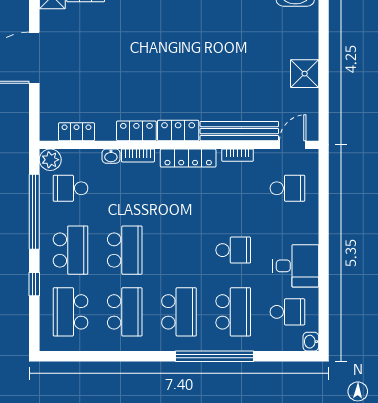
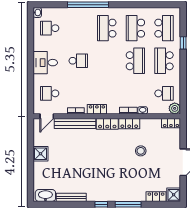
stool: (115, 79) -> (141, 151), added
locker: (76, 132) -> (171, 123), moved
locker: (188, 158) -> (97, 109), width x0.66
window: (34, 212) -> (183, 81), removed
school desk: (125, 250) -> (135, 61), turned 180
school desk: (233, 250) -> (78, 61), turned 180
desk: (296, 266) -> (45, 63), moved
school desk: (233, 312) -> (78, 28), removed

